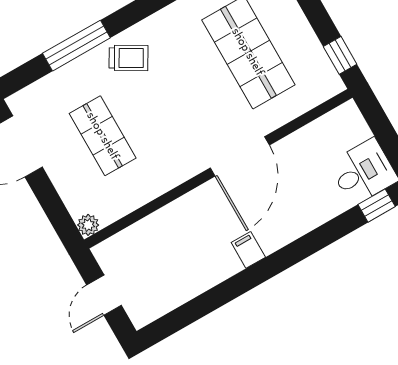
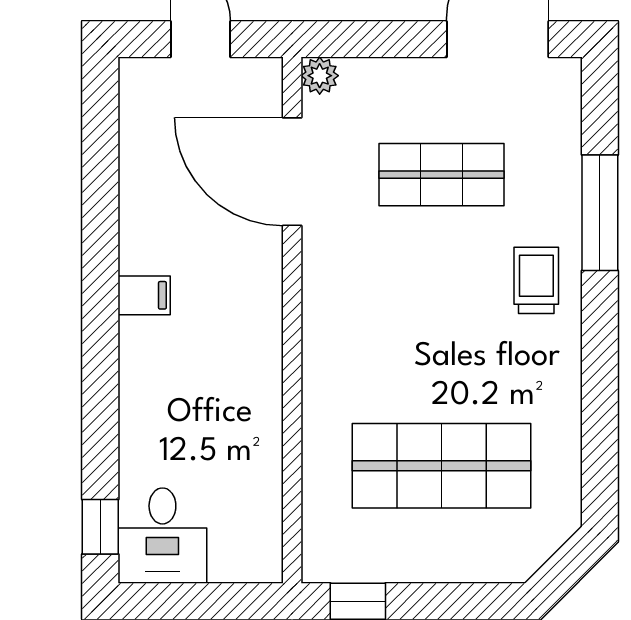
trolley: (128, 58) -> (536, 280), turned 150
door: (240, 156) -> (292, 172), moved

